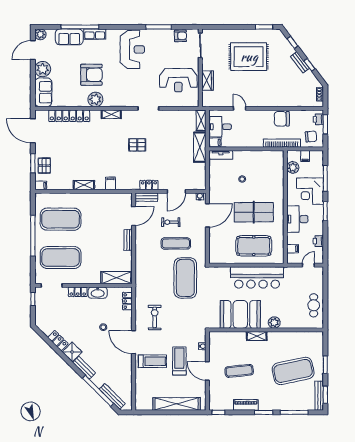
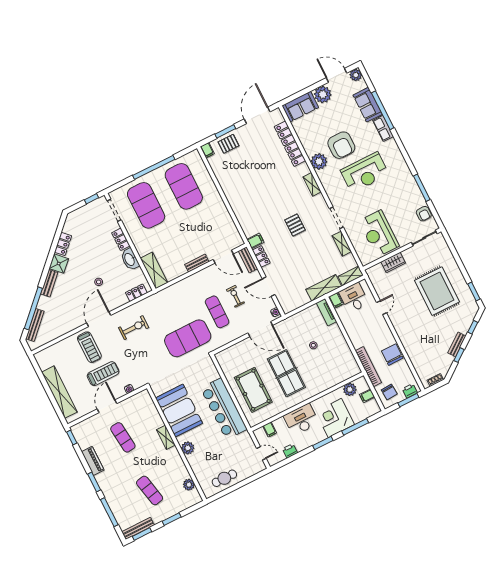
reception desk: (132, 49) -> (365, 172), moved
filing cabinet: (111, 183) -> (255, 241), moved
shelving: (84, 185) -> (342, 244), moved
plant: (304, 337) -> (189, 485), added
exercise mat: (293, 371) -> (150, 490), width x0.50, depth x0.69

